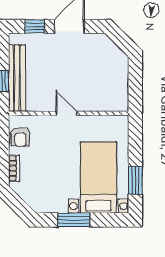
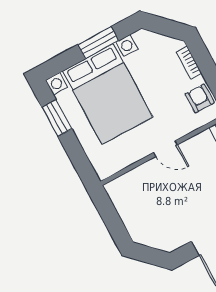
bed with nightstands: (99, 178) -> (108, 94), width x1.36

